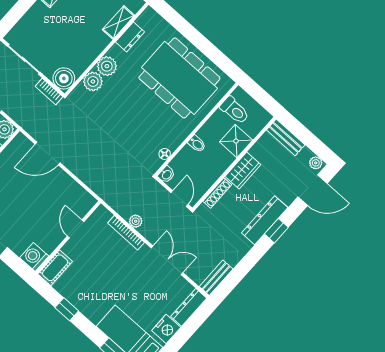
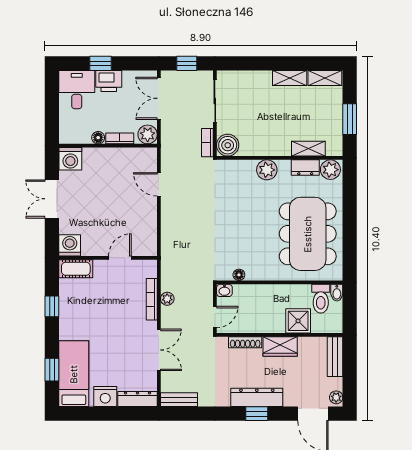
plant: (93, 81) -> (330, 170), moved
bidet: (197, 144) -> (337, 293), moved
door: (48, 153) -> (159, 184), width x0.73

